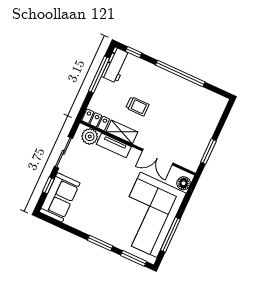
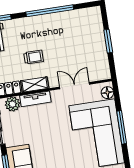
window: (208, 151) -> (108, 41), moved
double door: (158, 157) -> (75, 86), swing flipped
window: (170, 235) -> (122, 127), moved

